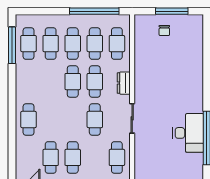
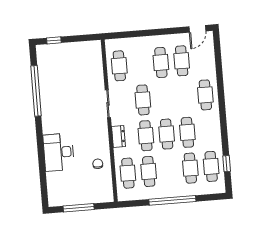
window: (94, 11) -> (172, 200), moved
chair: (164, 31) -> (98, 164), moved
cafe table: (73, 44) -> (187, 132), moved
window: (12, 45) -> (227, 164), width x0.46
desk: (188, 133) -> (59, 152), moved

